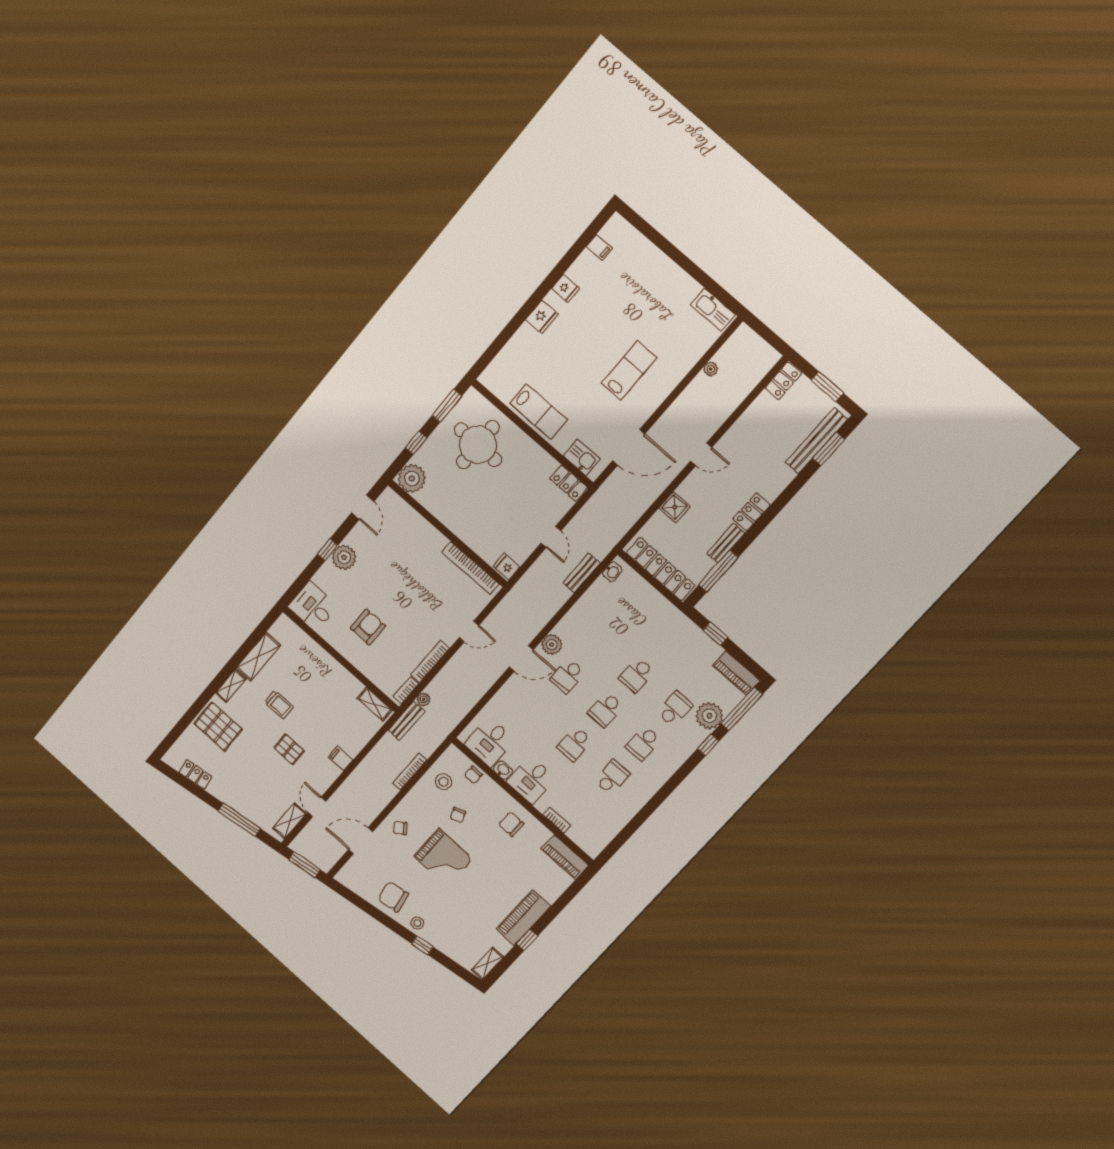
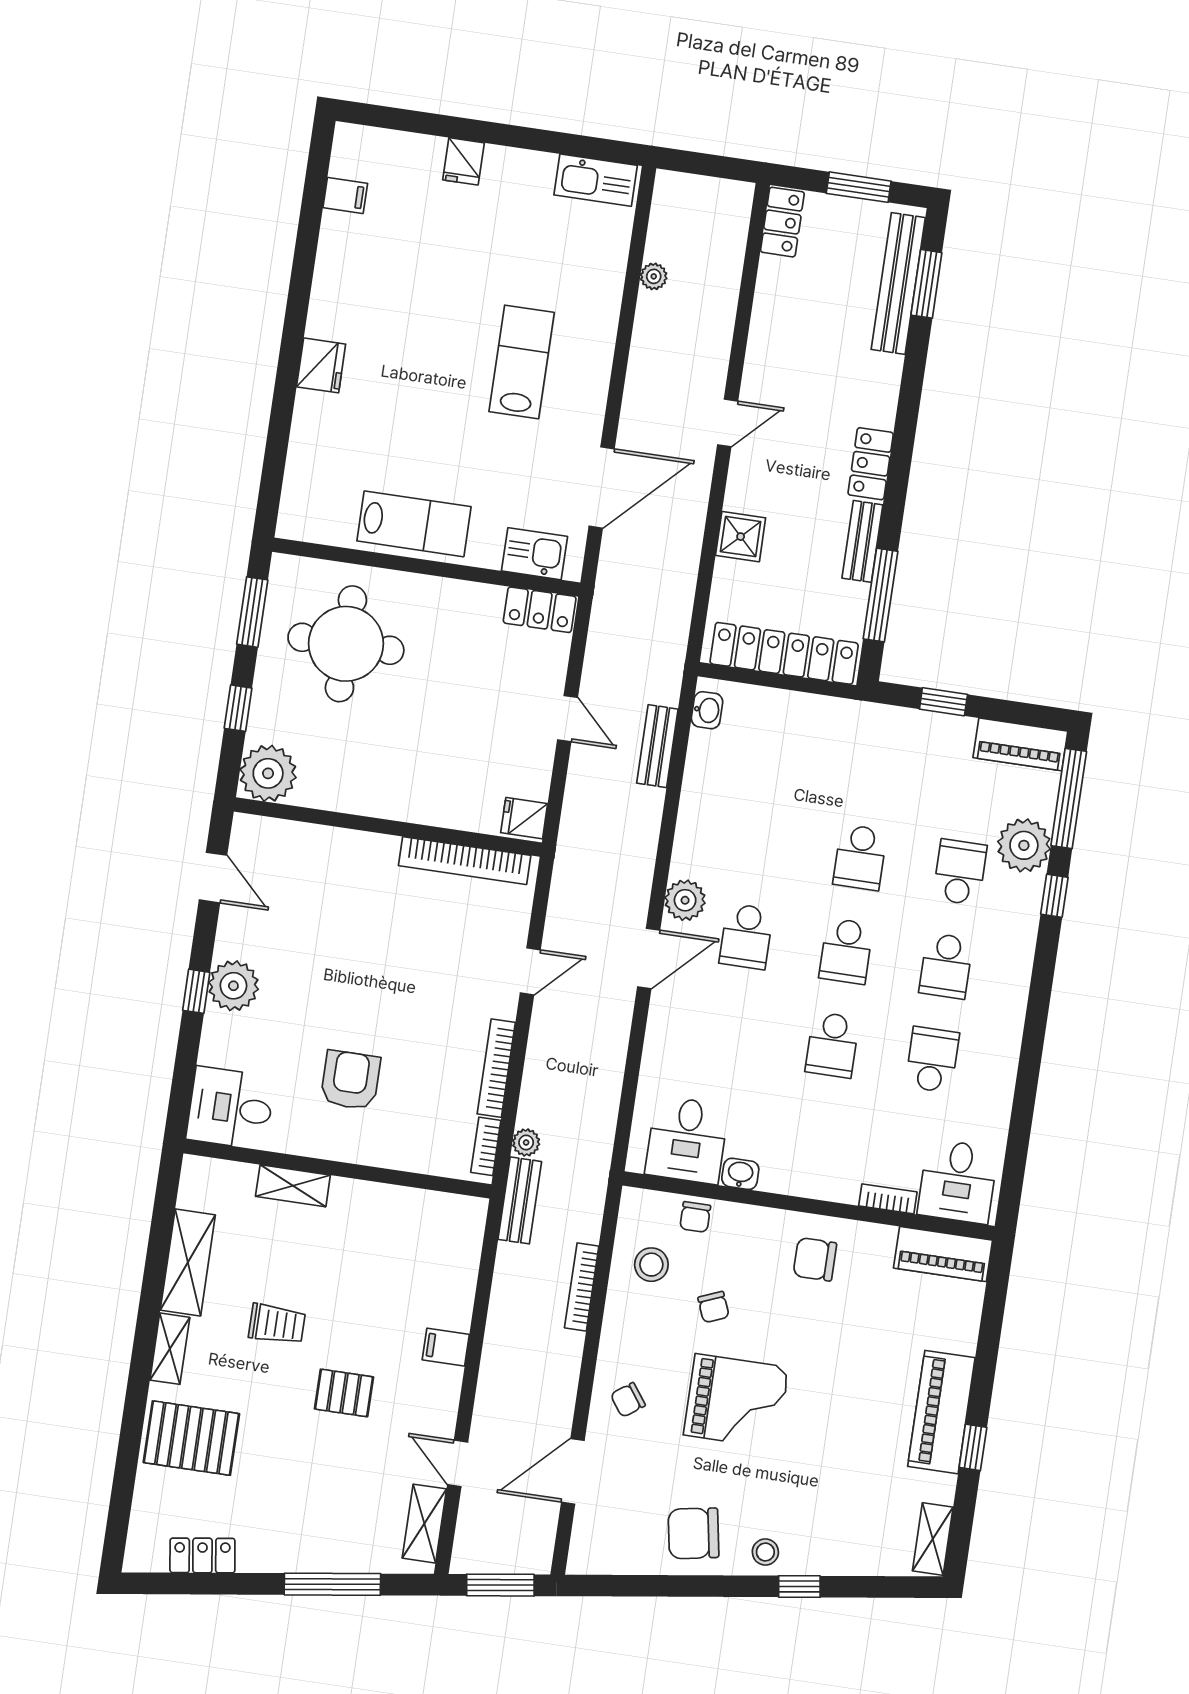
fridge: (565, 289) -> (463, 161), moved, turned 90
shelving: (375, 704) -> (293, 1186), moved
desk: (531, 780) -> (958, 1181), moved

